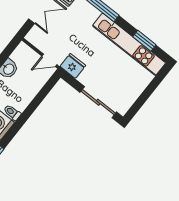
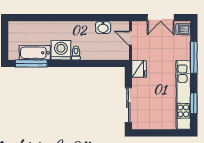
door: (49, 60) -> (130, 38), moved

